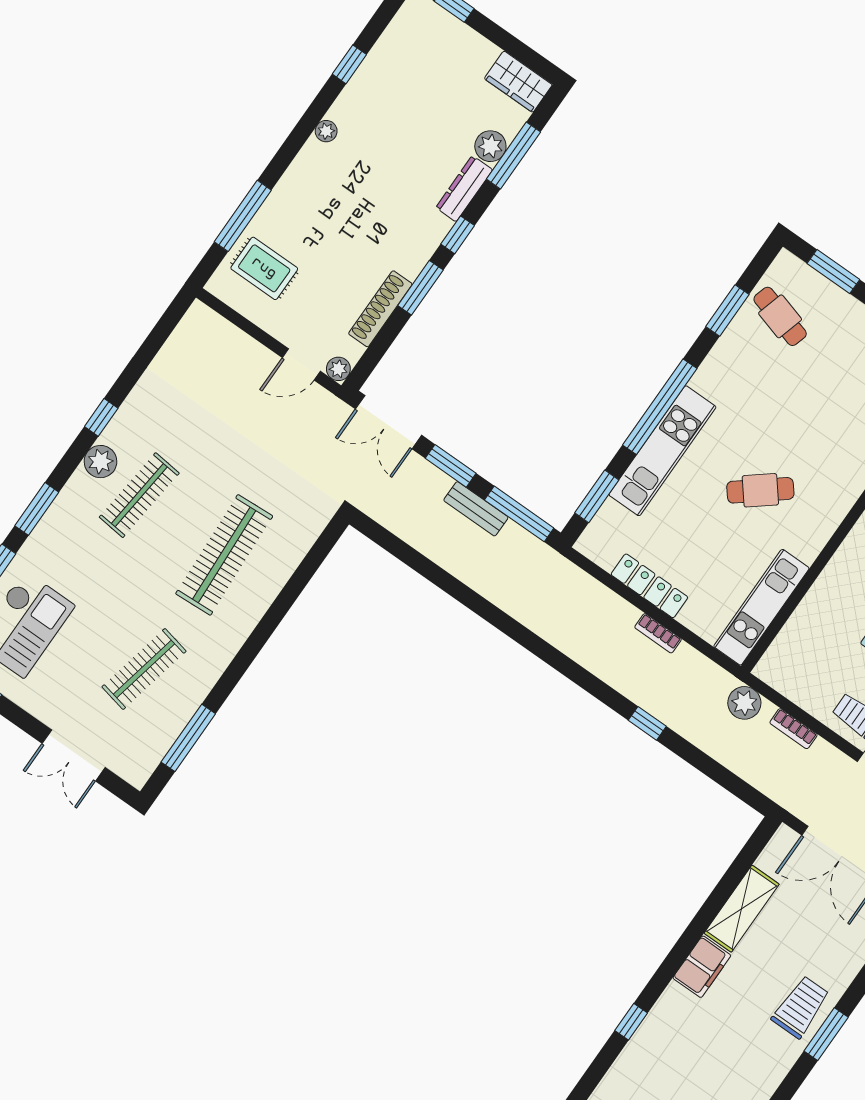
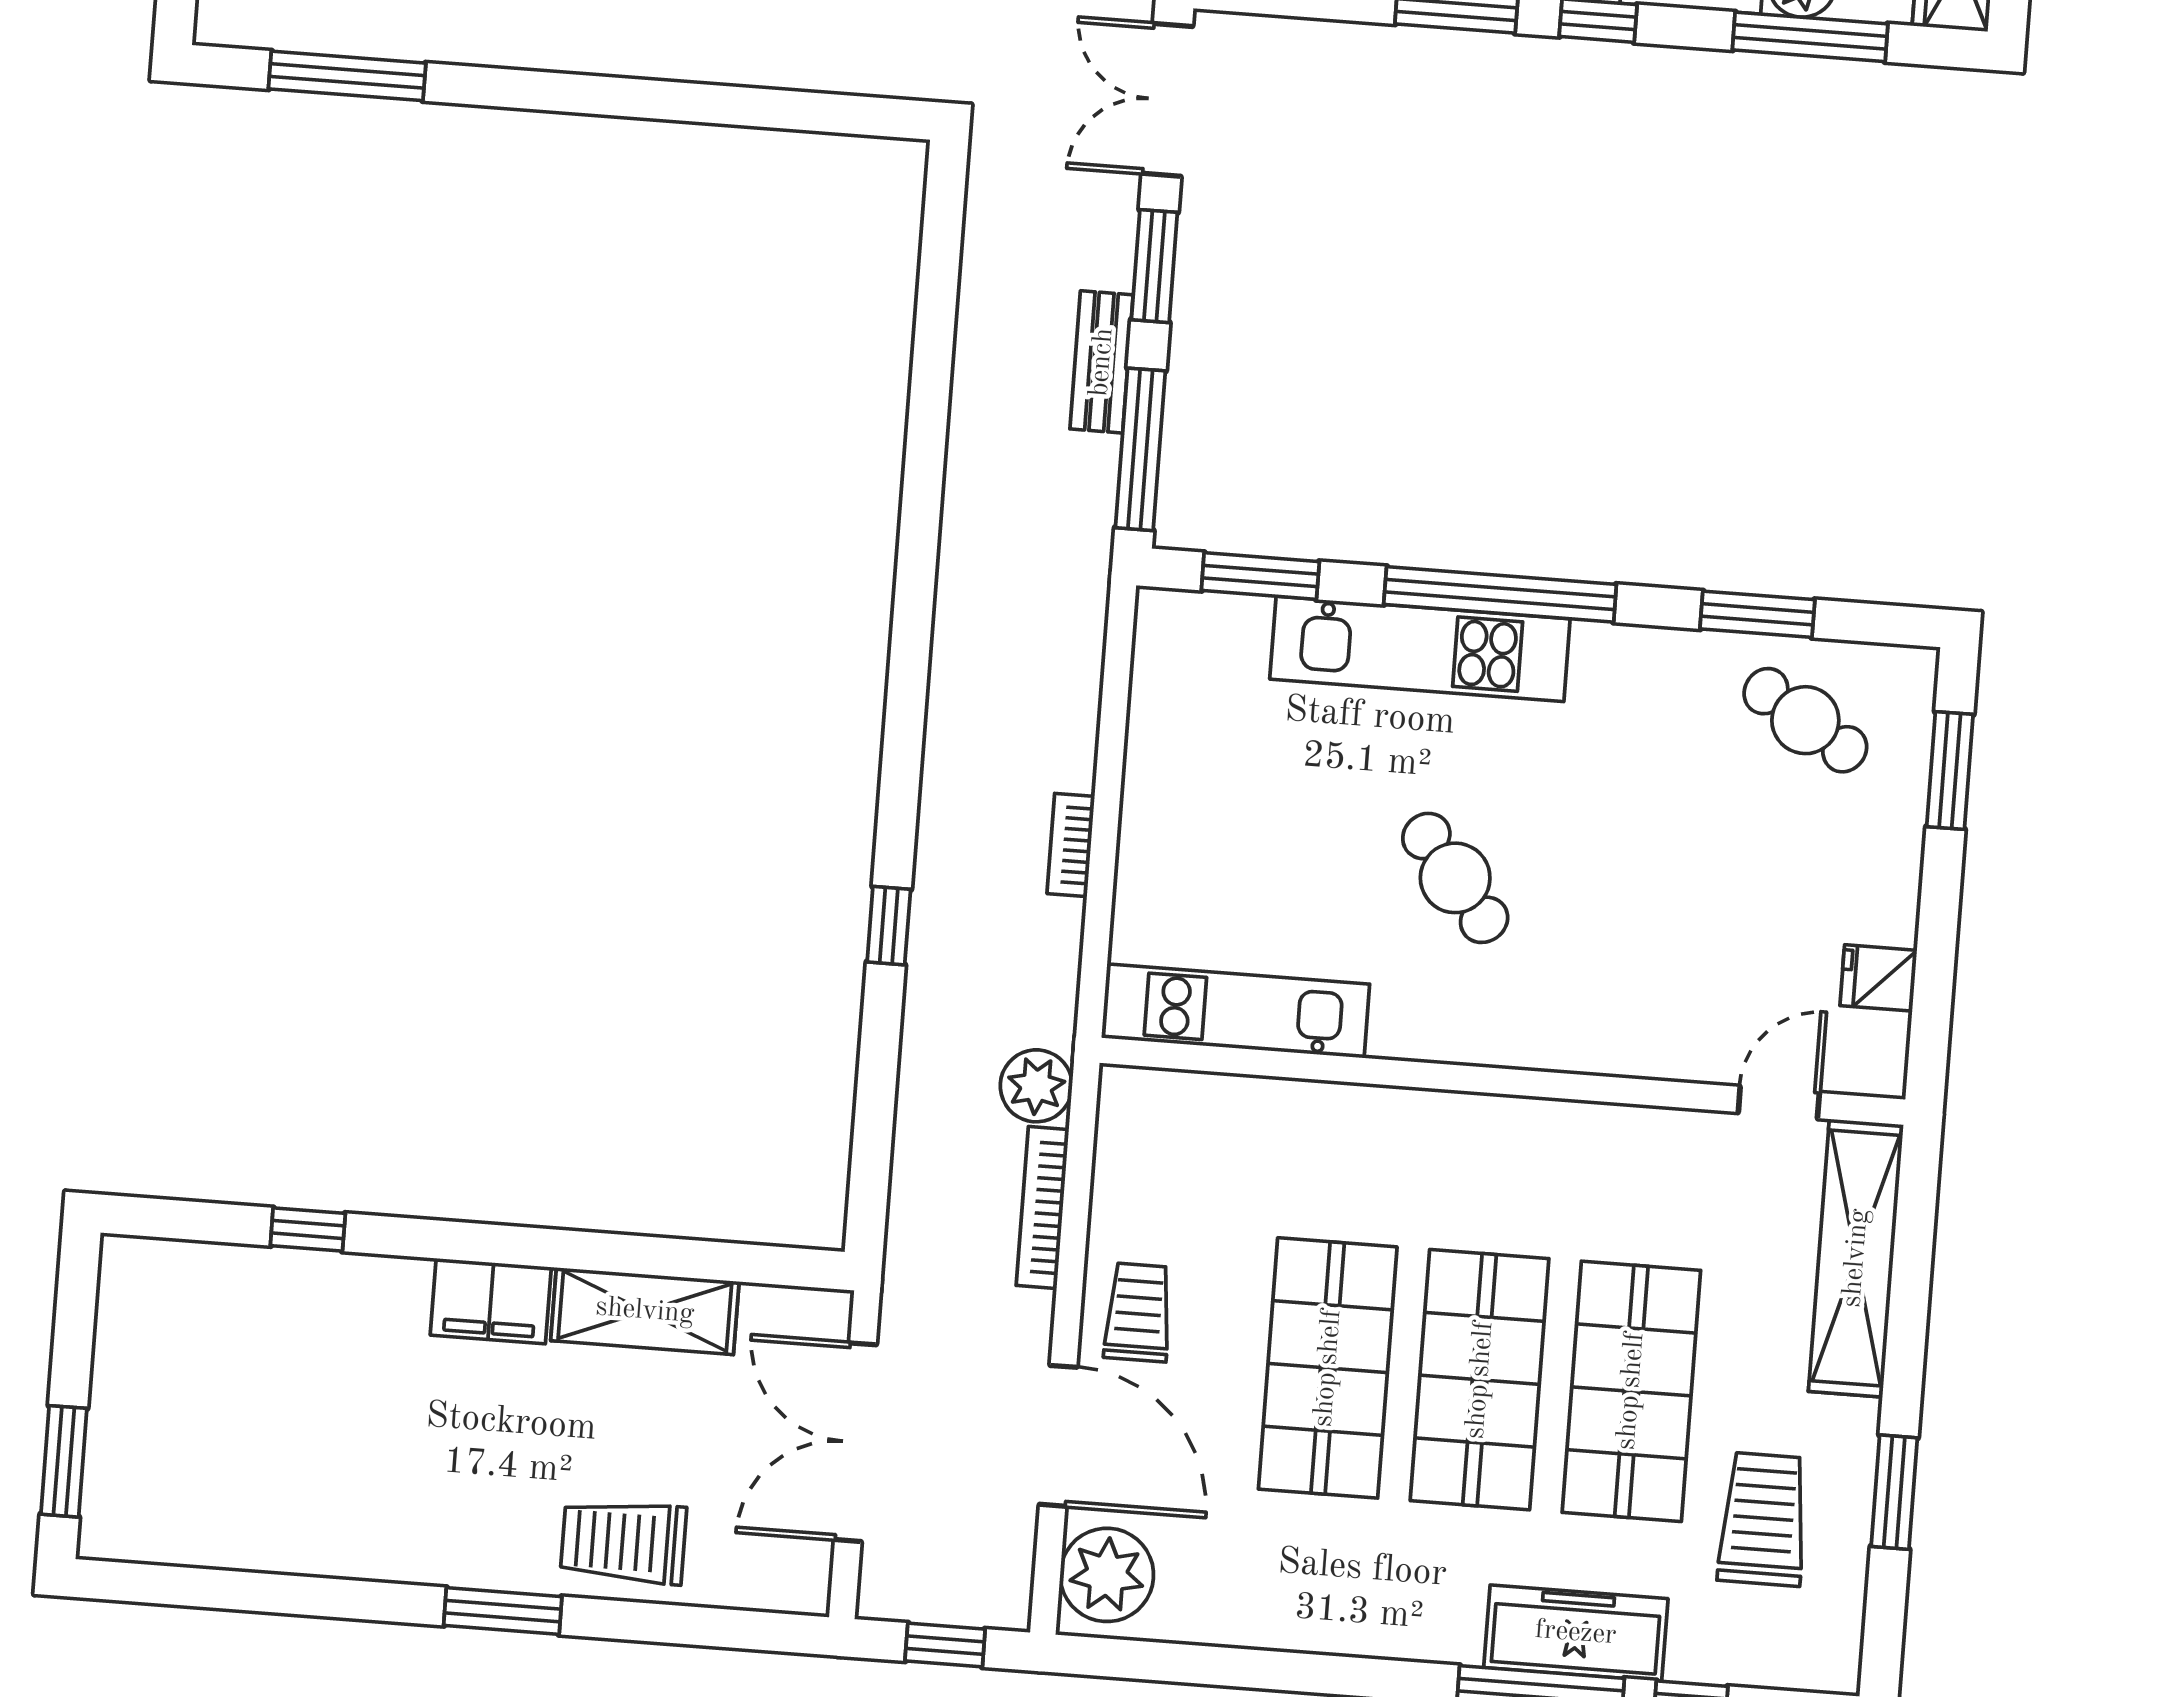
cafe table: (780, 316) -> (1805, 720), turned -74
locker: (649, 586) -> (1151, 776), removed
bookcase: (794, 729) -> (1043, 1207), width x1.56
trolley: (801, 1007) -> (623, 1542), moved, turned 180

